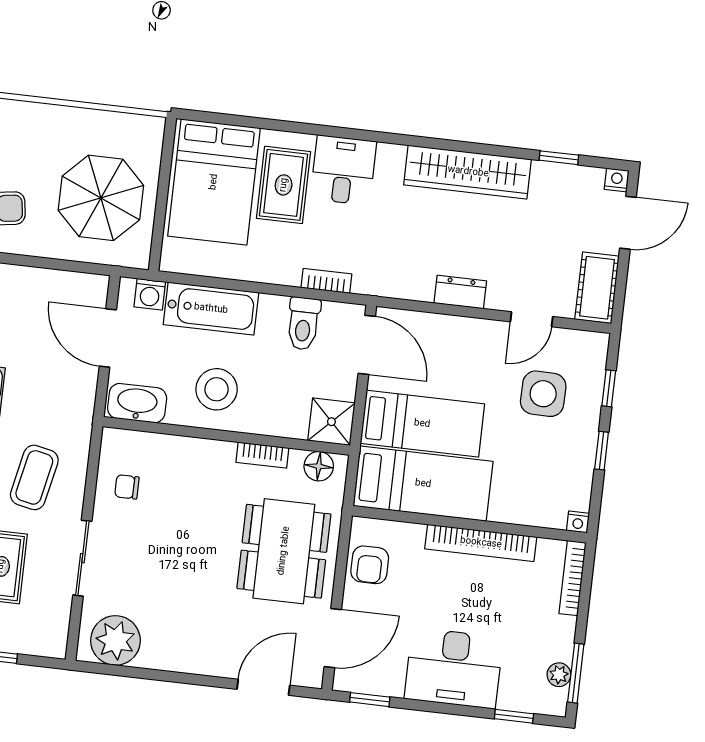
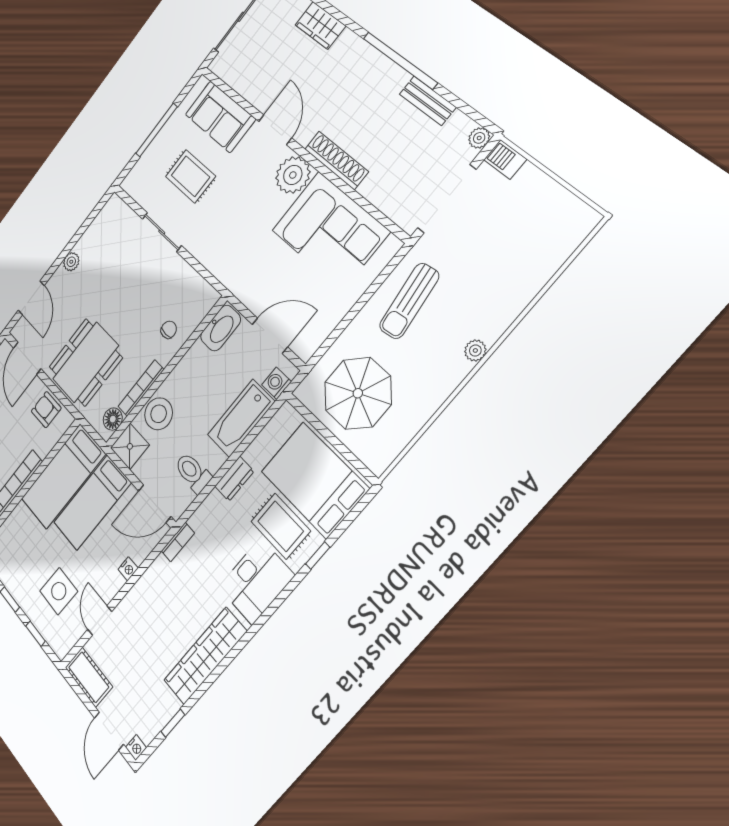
window: (282, 126) -> (318, 556), added
desk: (343, 170) -> (256, 581), width x1.37
bookcase: (326, 281) -> (178, 542), moved
dresser: (460, 292) -> (234, 479), moved
nightstand: (455, 326) -> (128, 569), added
stool: (217, 389) -> (159, 414), moved
bookcase: (262, 455) -> (141, 388), width x1.56
coffee table: (34, 477) -> (224, 230), removed
chair: (127, 487) -> (169, 330), moved
dining table: (284, 551) -> (85, 362), turned 90
plant: (115, 640) -> (71, 262), moved, width x0.53, depth x0.53

